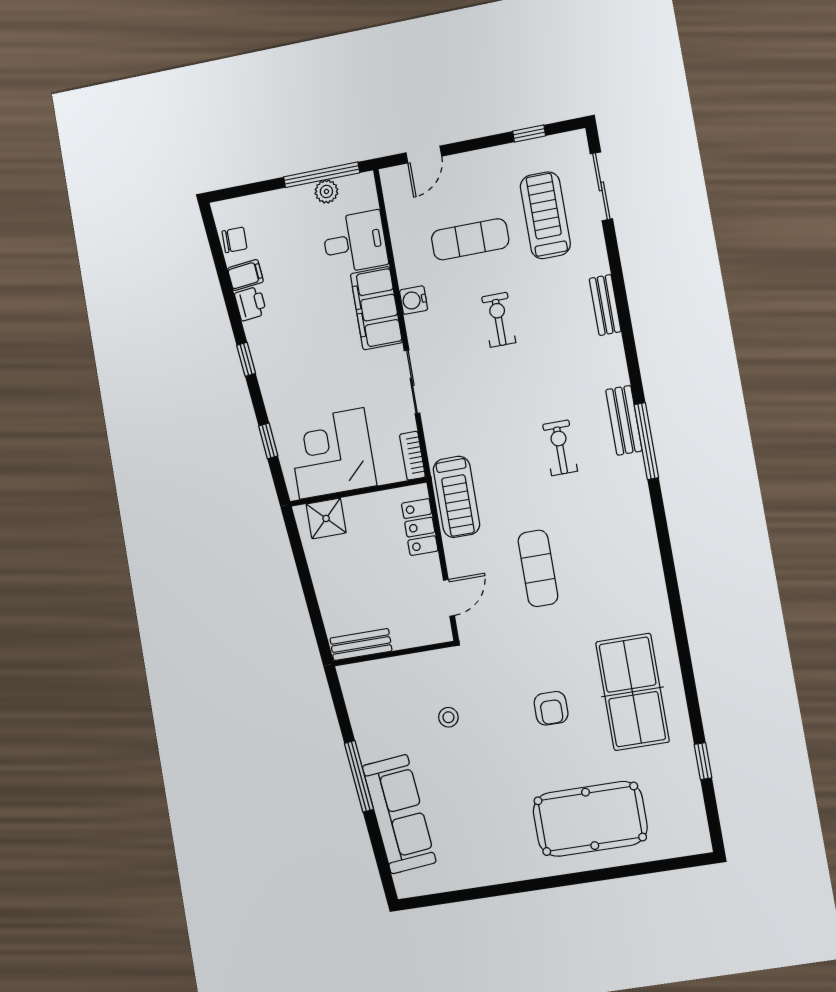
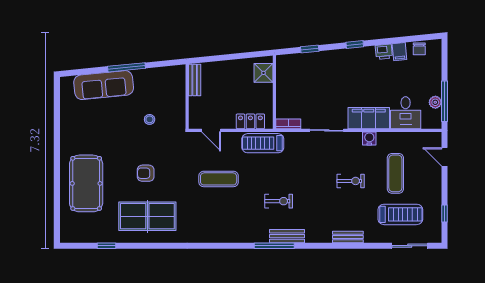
corner desk: (332, 454) -> (297, 82), removed

